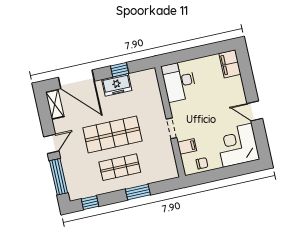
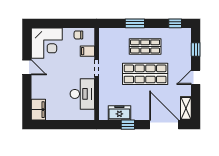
desk: (179, 81) -> (82, 94), moved
freezer: (117, 85) -> (119, 113), moved
window: (59, 177) -> (196, 50), width x0.46

